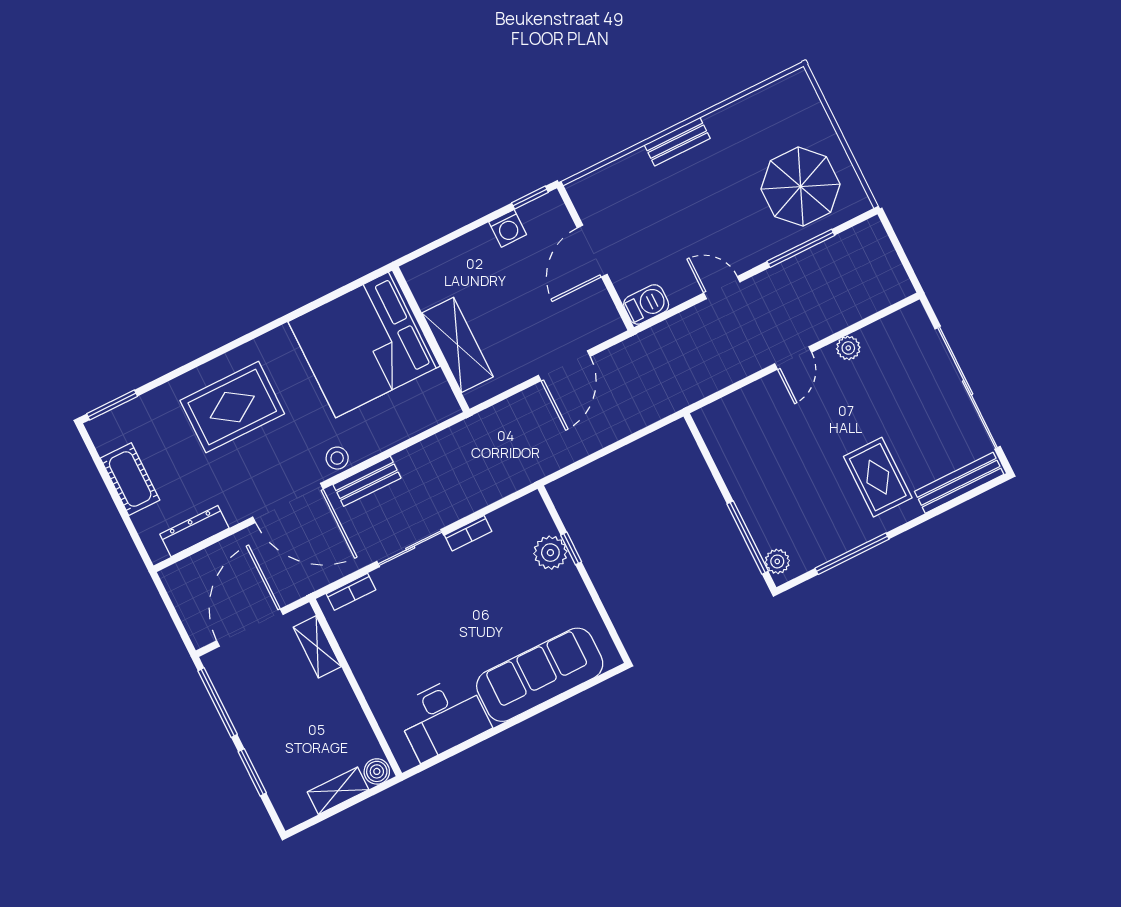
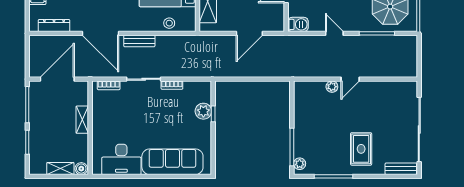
plant: (848, 348) -> (332, 87), moved
stool: (337, 458) -> (169, 23), moved
bench: (959, 483) -> (401, 169), width x0.73
shelving: (317, 647) -> (82, 120), moved

